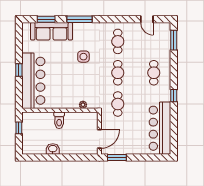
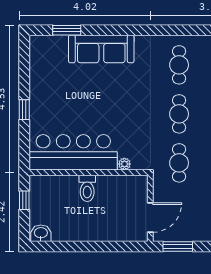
window: (79, 19) -> (119, 30), removed
sofa: (52, 31) -> (101, 49), moved
side table: (83, 57) -> (125, 89), removed
bar counter: (33, 81) -> (73, 152), moved, turned -90
washbasin: (53, 149) -> (41, 233), moved

